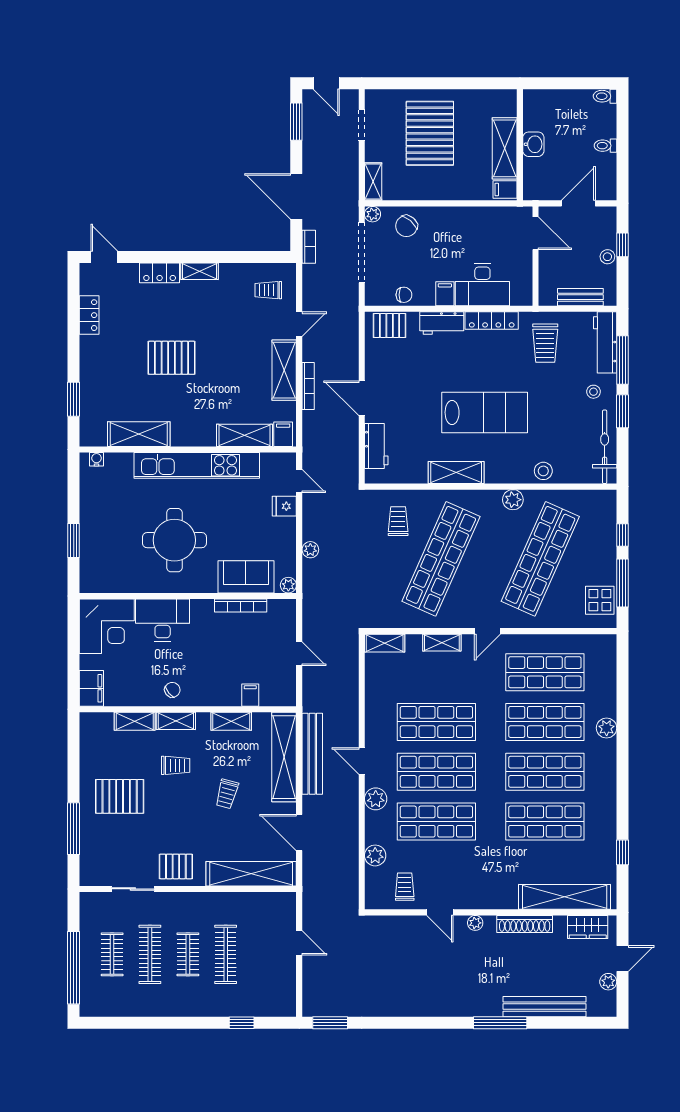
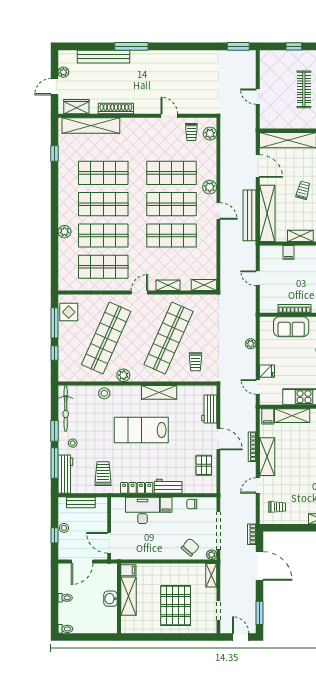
pallet: (390, 325) -> (204, 465), moved, turned 90
plant: (288, 585) -> (265, 321), removed
plant: (375, 855) -> (210, 134), moved
plant: (475, 923) -> (147, 109), removed

